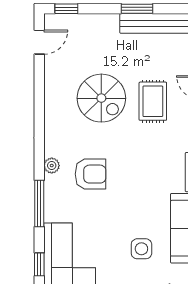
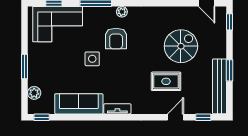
spiral stairs: (101, 98) -> (181, 46), moved, turned 180
side table: (141, 249) -> (92, 59), moved

